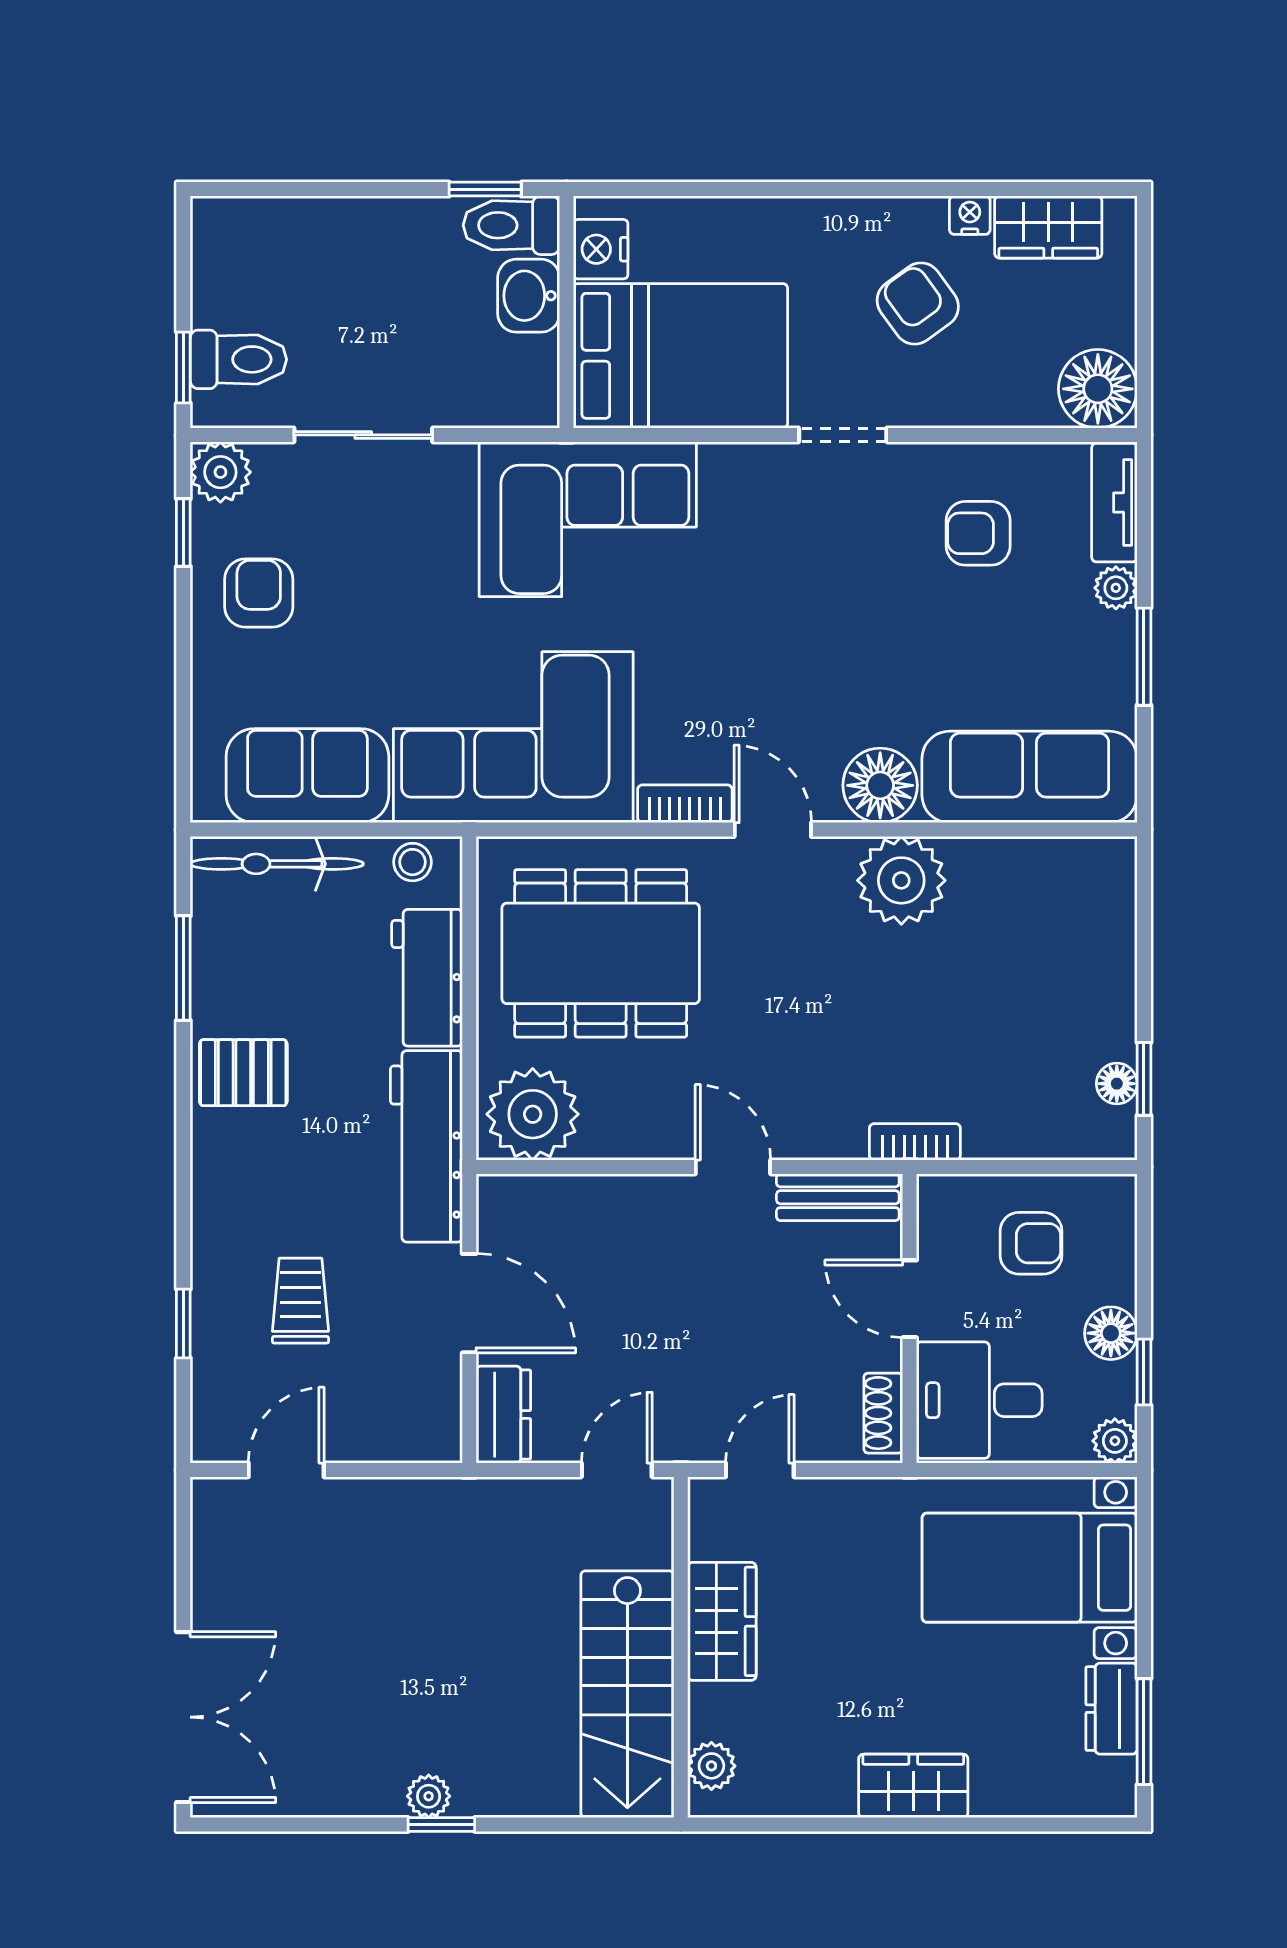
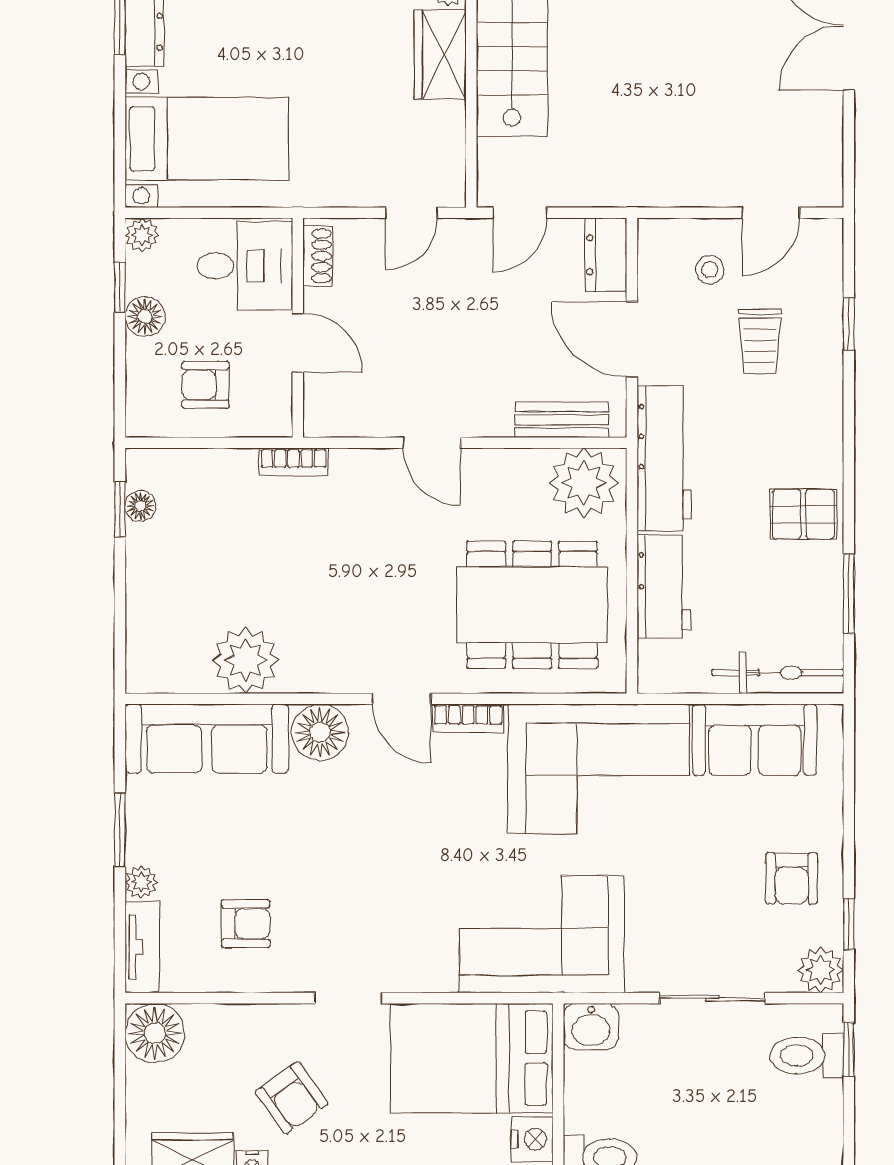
washbasin: (529, 296) -> (591, 1027), moved, turned 90
stool: (412, 862) -> (710, 270), moved
plant: (901, 880) -> (246, 660), moved
bench: (838, 1197) -> (562, 420), moved
wardrobe: (722, 1621) -> (440, 54), moved

